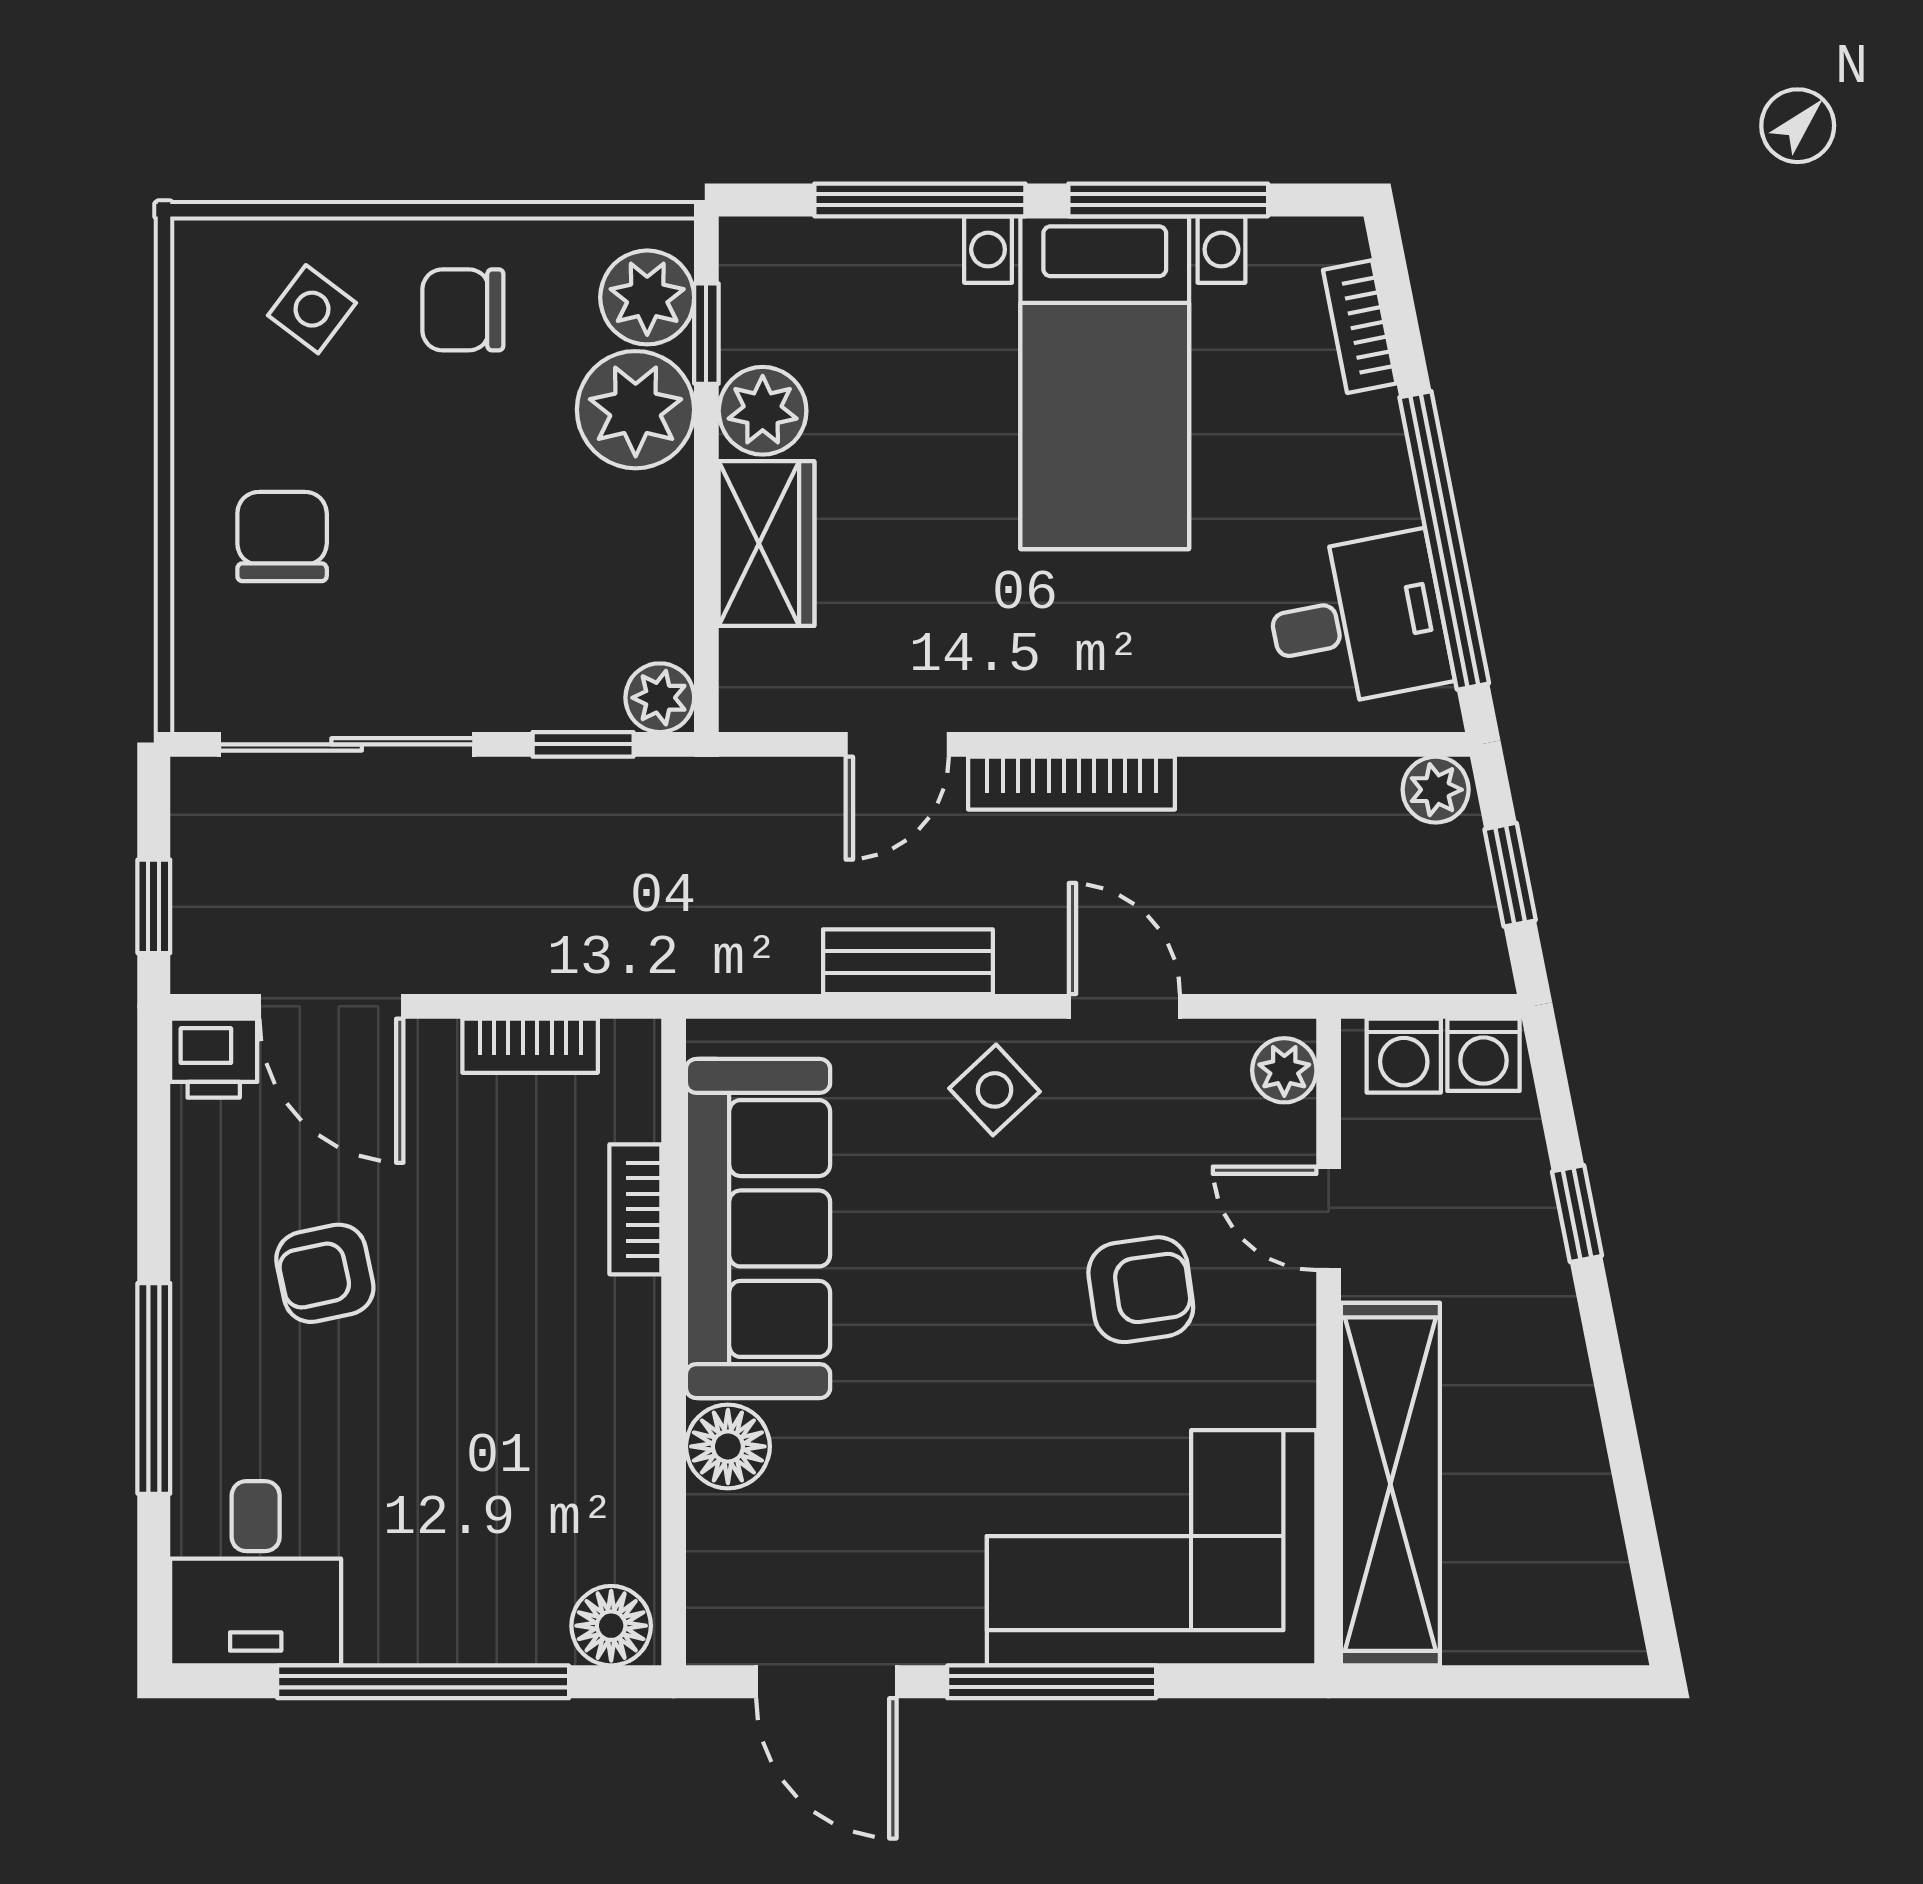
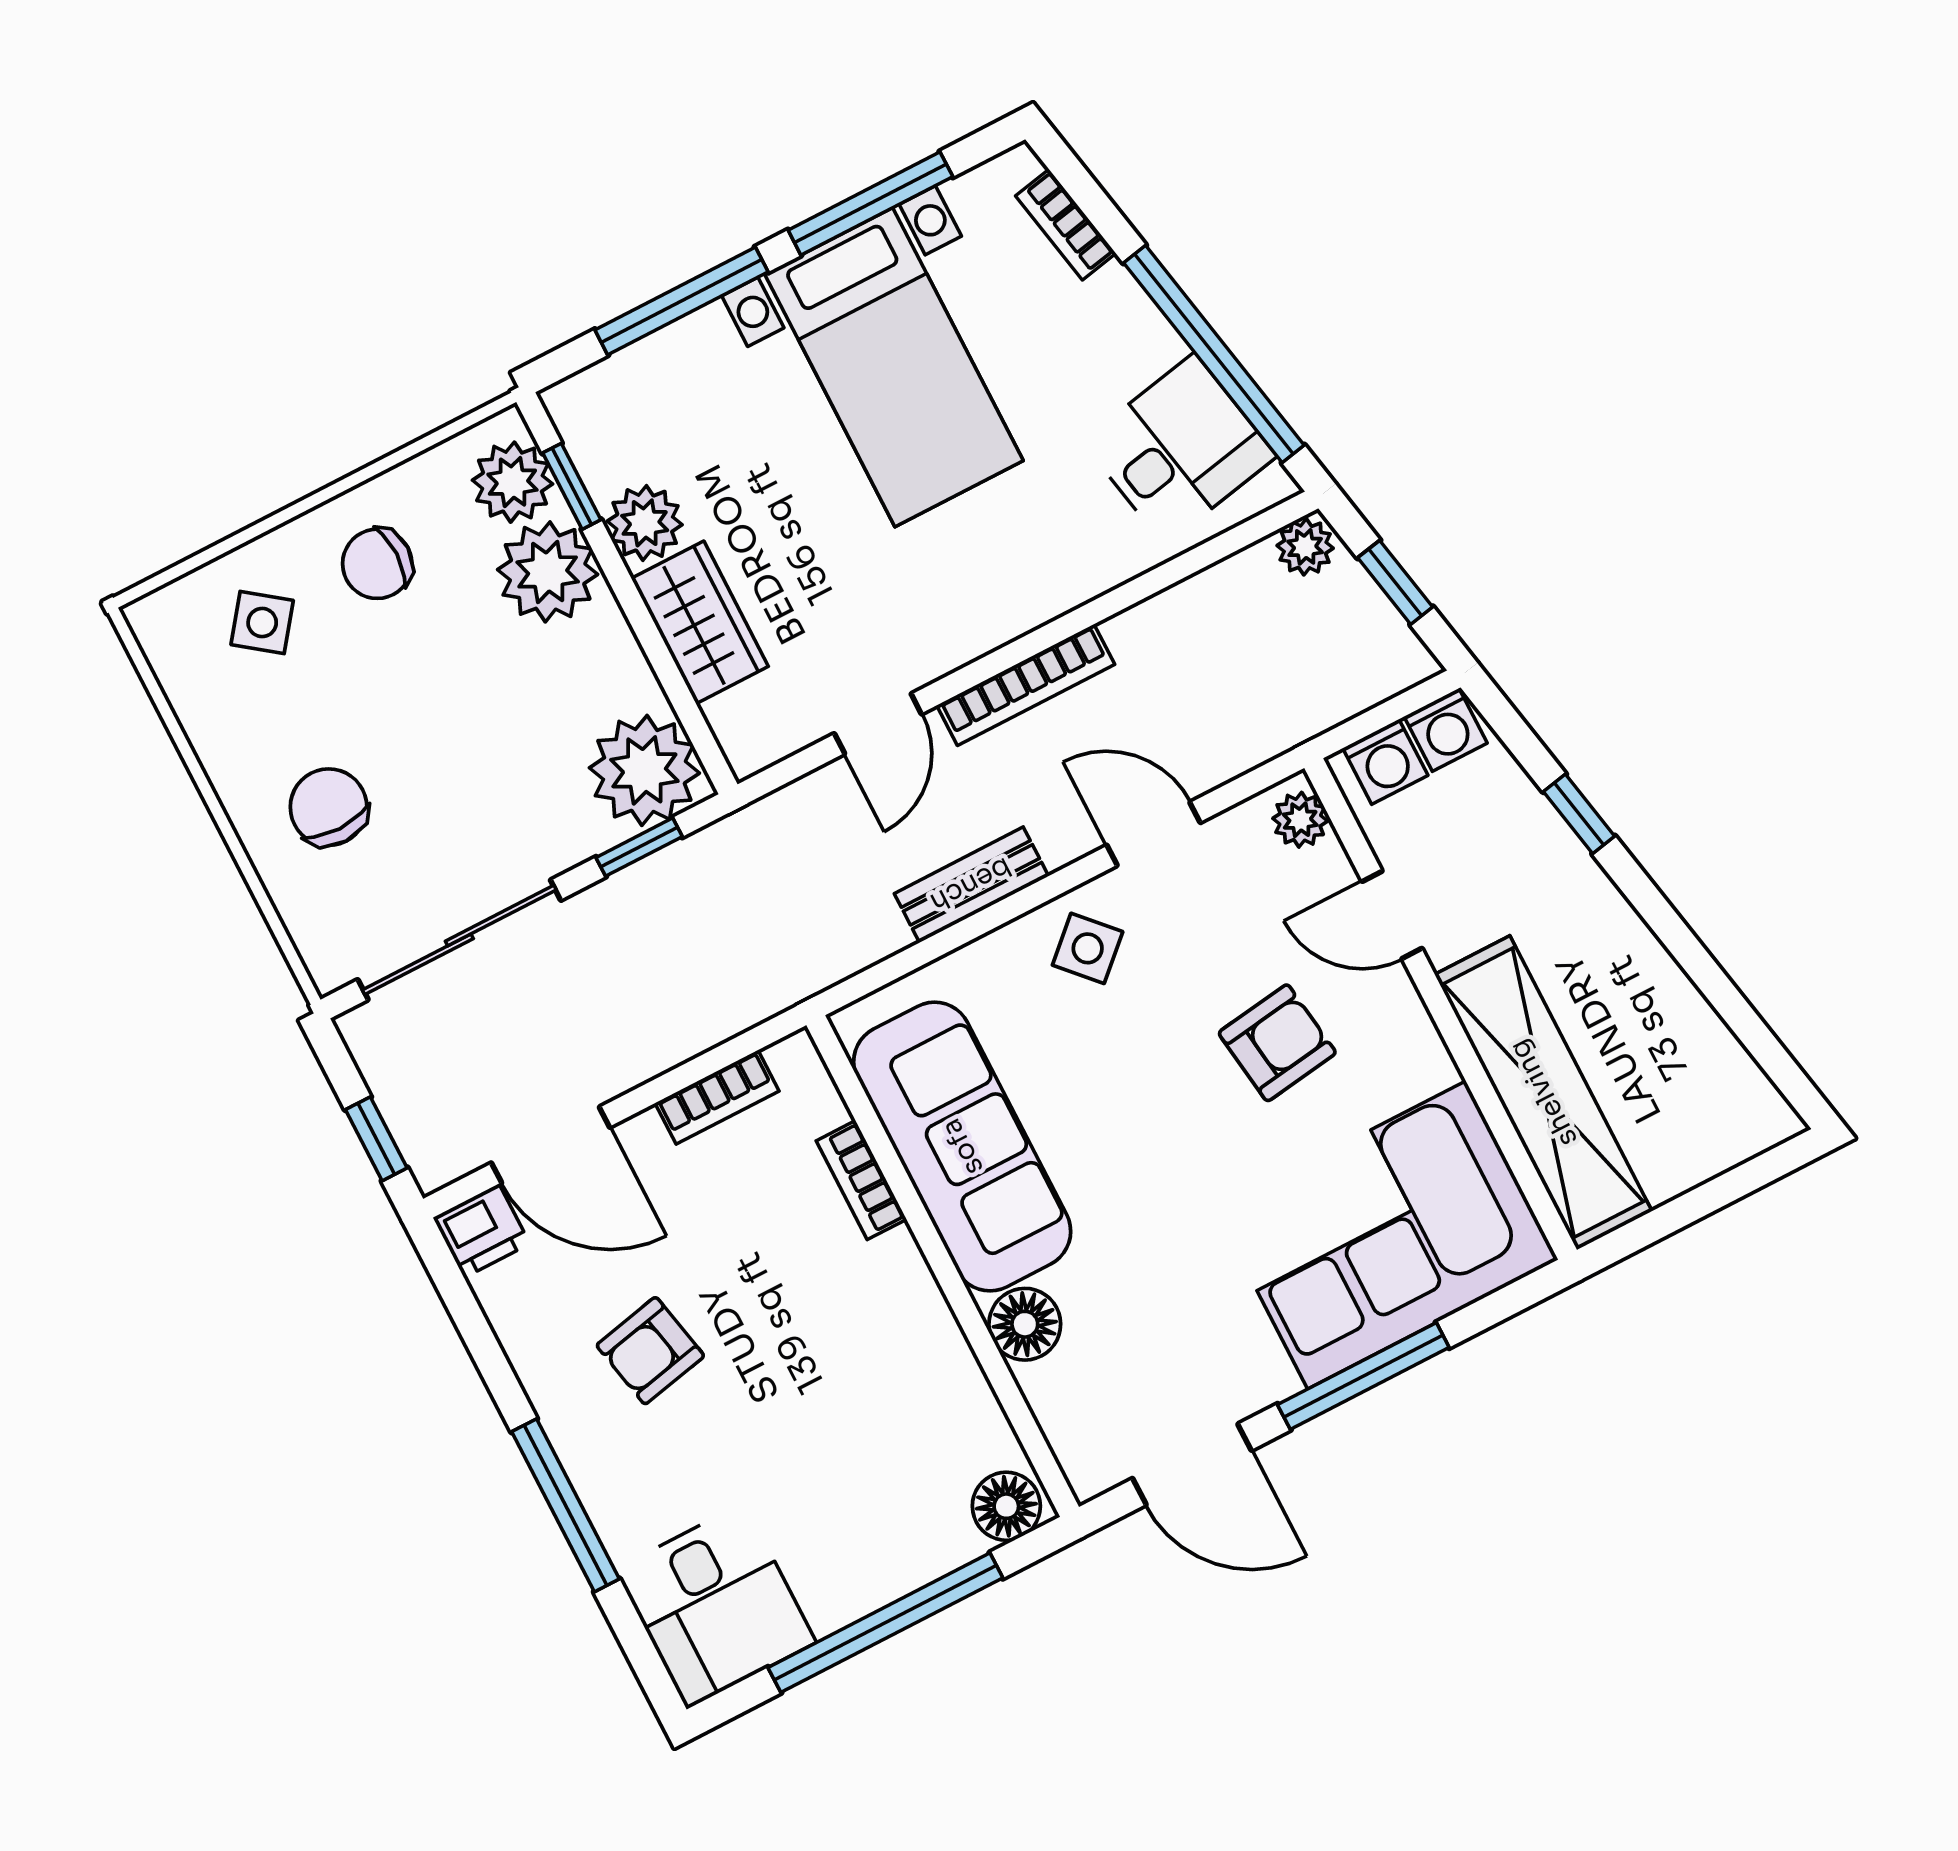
plant: (660, 698) -> (644, 770), width x1.88, depth x1.88

